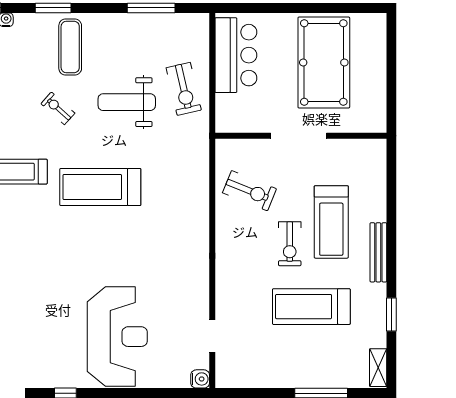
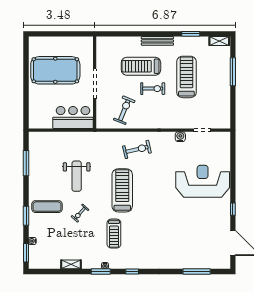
bar counter: (236, 55) -> (73, 117), moved
exercise bike: (184, 89) -> (137, 149), moved
treadmill: (100, 187) -> (122, 190), turned 180
treadmill: (331, 222) -> (141, 66), turned 180
treadmill: (311, 307) -> (186, 77), turned 180
water cooler: (200, 379) -> (180, 137), moved

